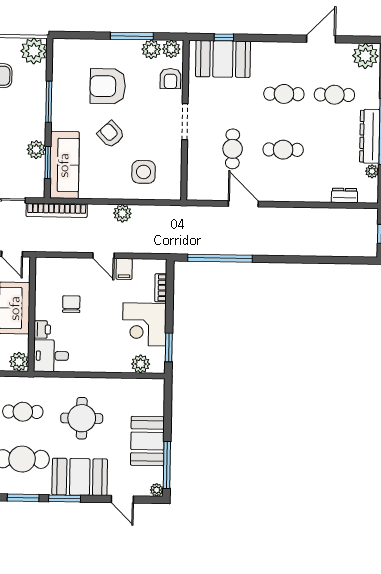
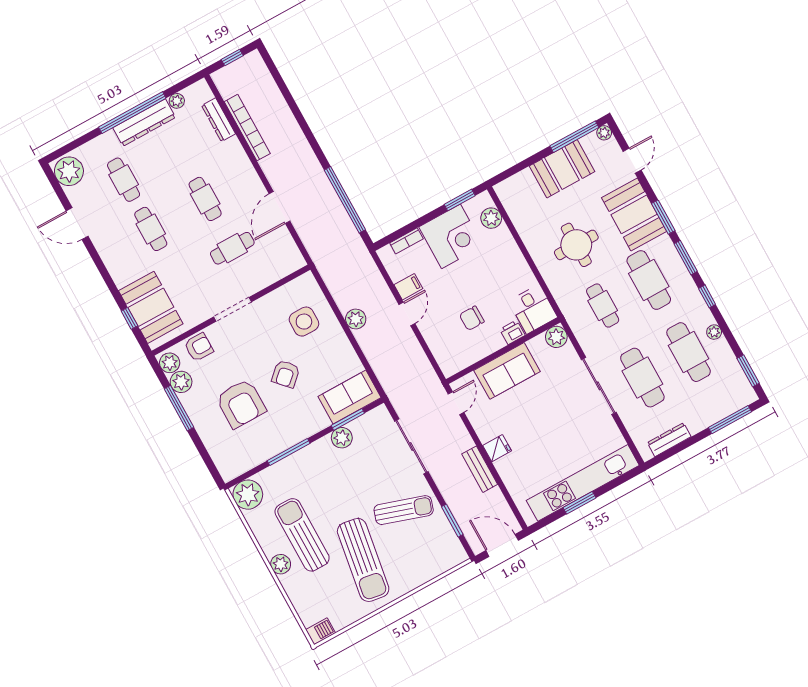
sofa: (64, 165) -> (350, 397), width x0.73
dresser: (344, 196) -> (219, 120), width x1.44
bookcase: (57, 210) -> (247, 128), moved

